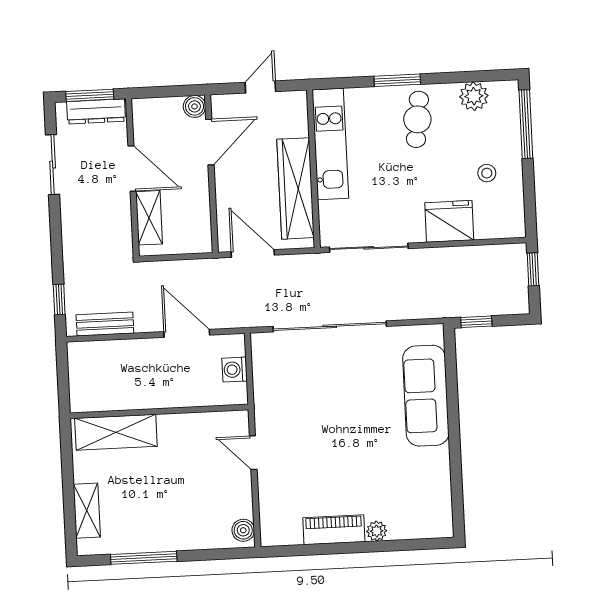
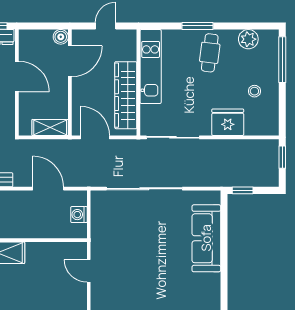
shelving: (149, 218) -> (50, 128), moved, turned 90

